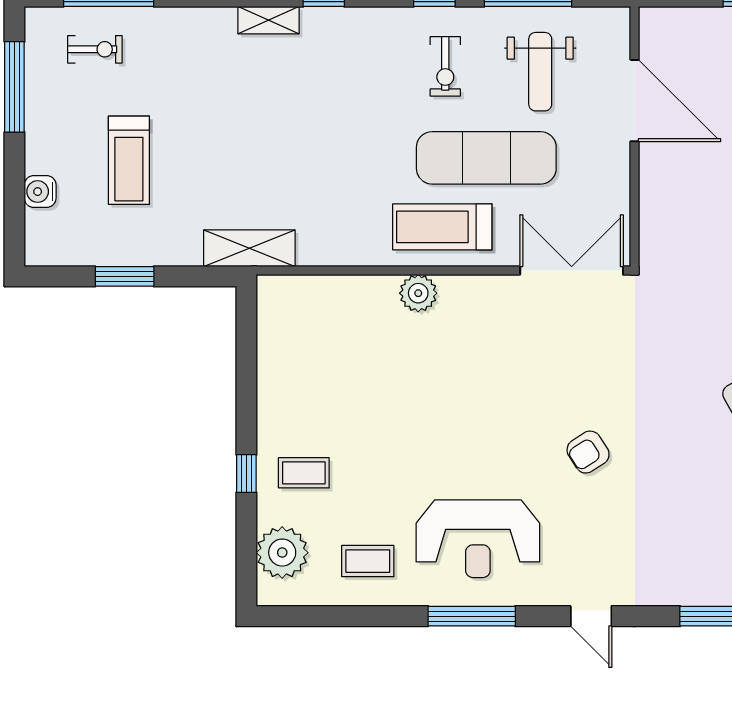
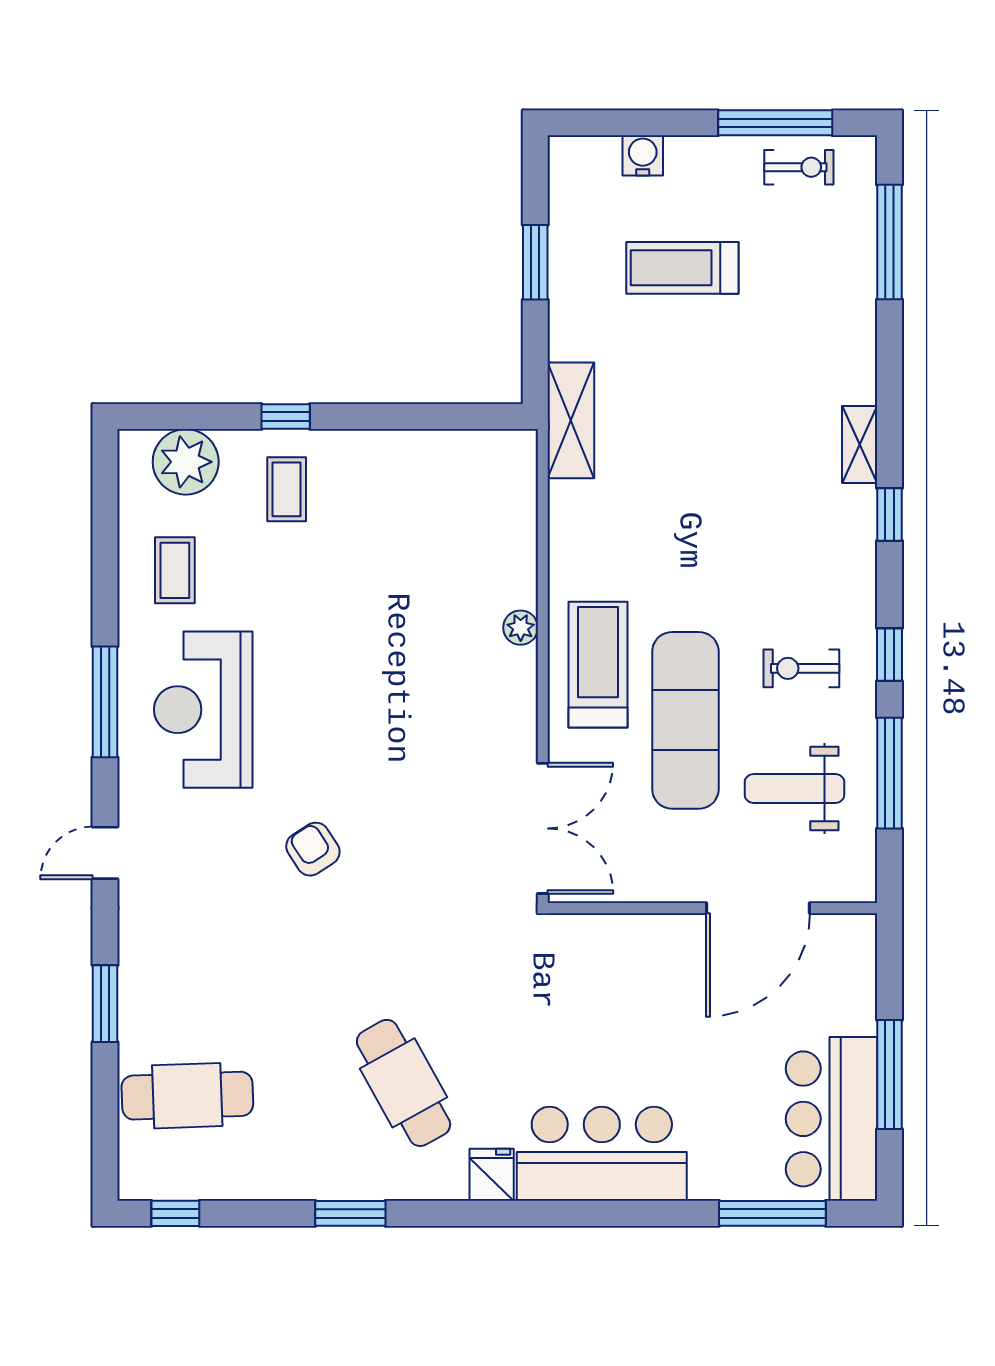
exercise bike: (95, 49) -> (799, 167), moved, turned -90
plant: (418, 293) -> (521, 628), width x0.73, depth x0.73

